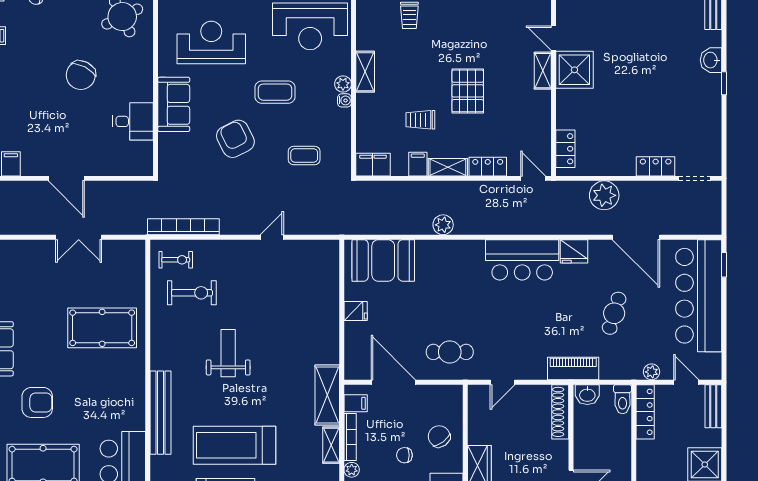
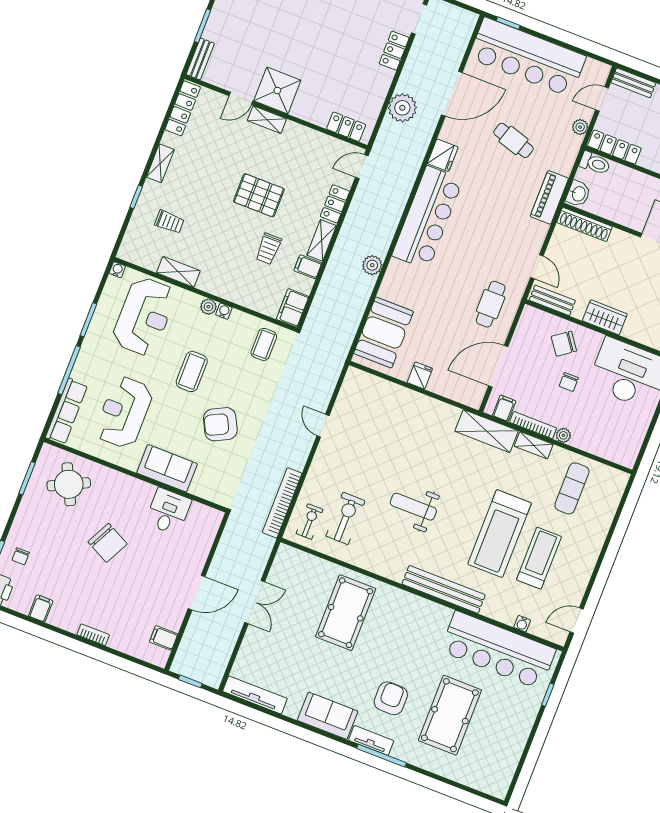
shelving: (365, 72) -> (178, 272), moved
coffee table: (304, 155) -> (264, 344), moved
bar counter: (522, 260) -> (428, 218), width x1.36
bench: (476, 409) -> (552, 300), added

